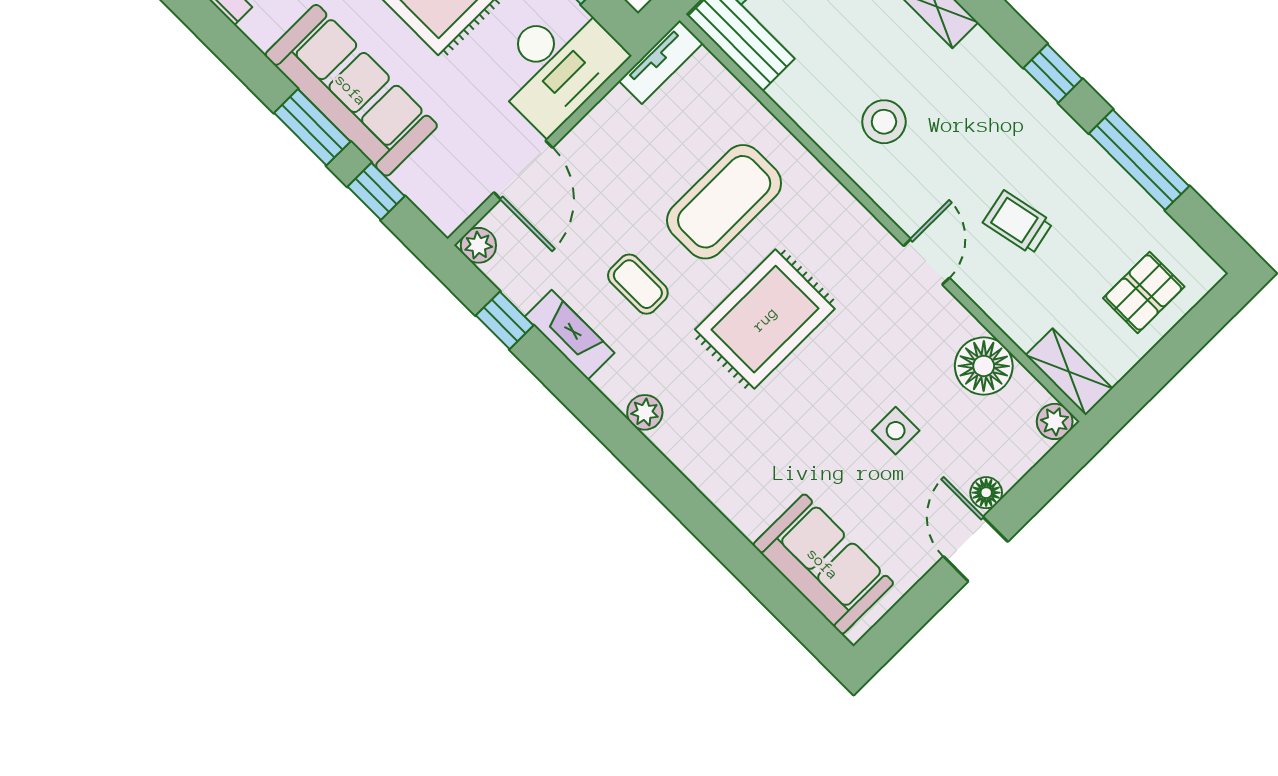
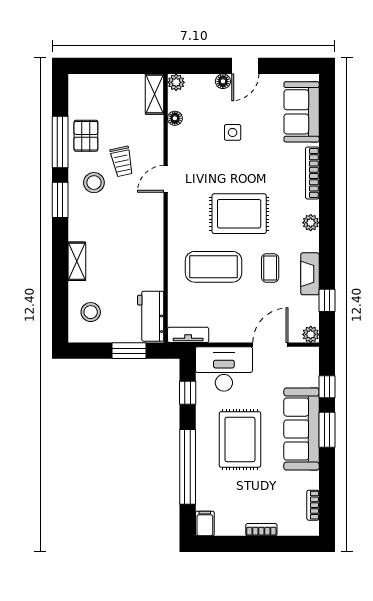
window: (1053, 73) -> (60, 200), width x1.50
stool: (884, 122) -> (94, 183), moved
pallet: (1144, 292) -> (86, 136), moved, turned 90
floor lamp: (984, 366) -> (175, 118), width x0.53, depth x0.53
bookcase: (716, 489) -> (312, 173), added

